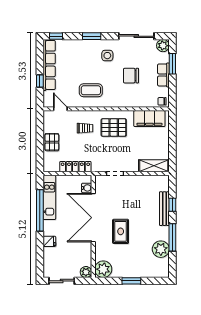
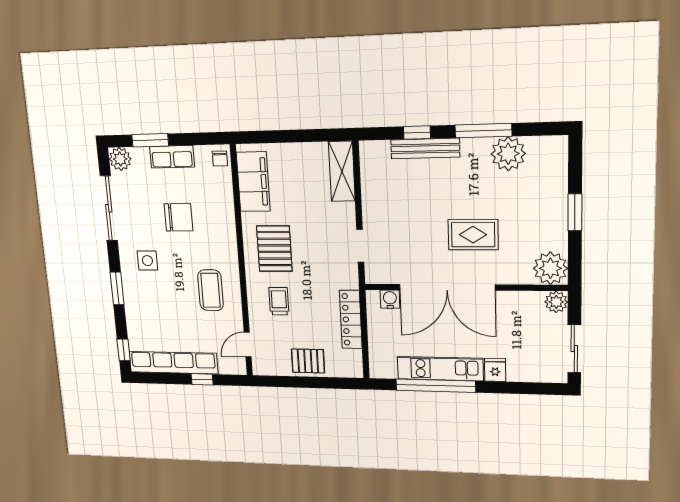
chair: (131, 76) -> (178, 217), turned -90
kitchen unit: (49, 197) -> (440, 369), moved

